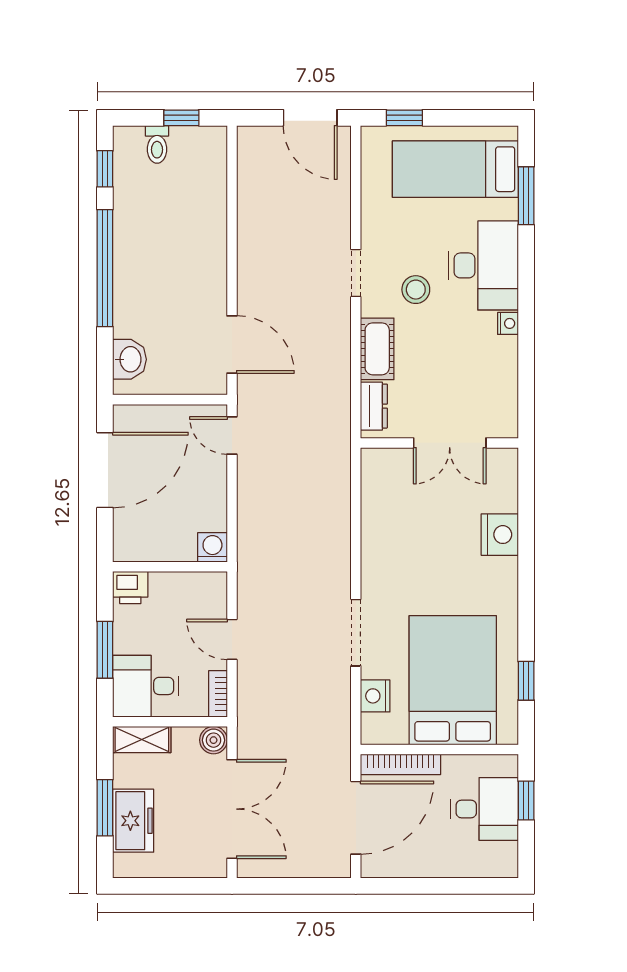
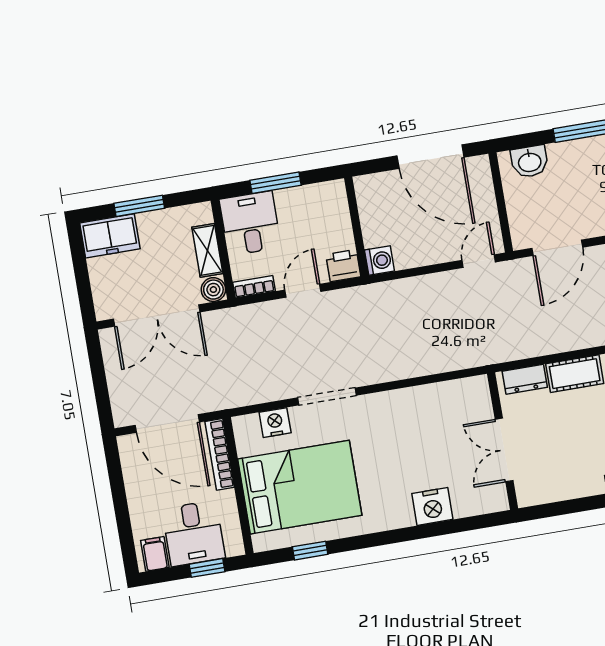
printer: (130, 588) -> (343, 266), moved, turned 90
shelving: (142, 739) -> (207, 250), moved
freezer: (133, 821) -> (110, 236), moved
filing cabinet: (500, 856) -> (155, 554), added

